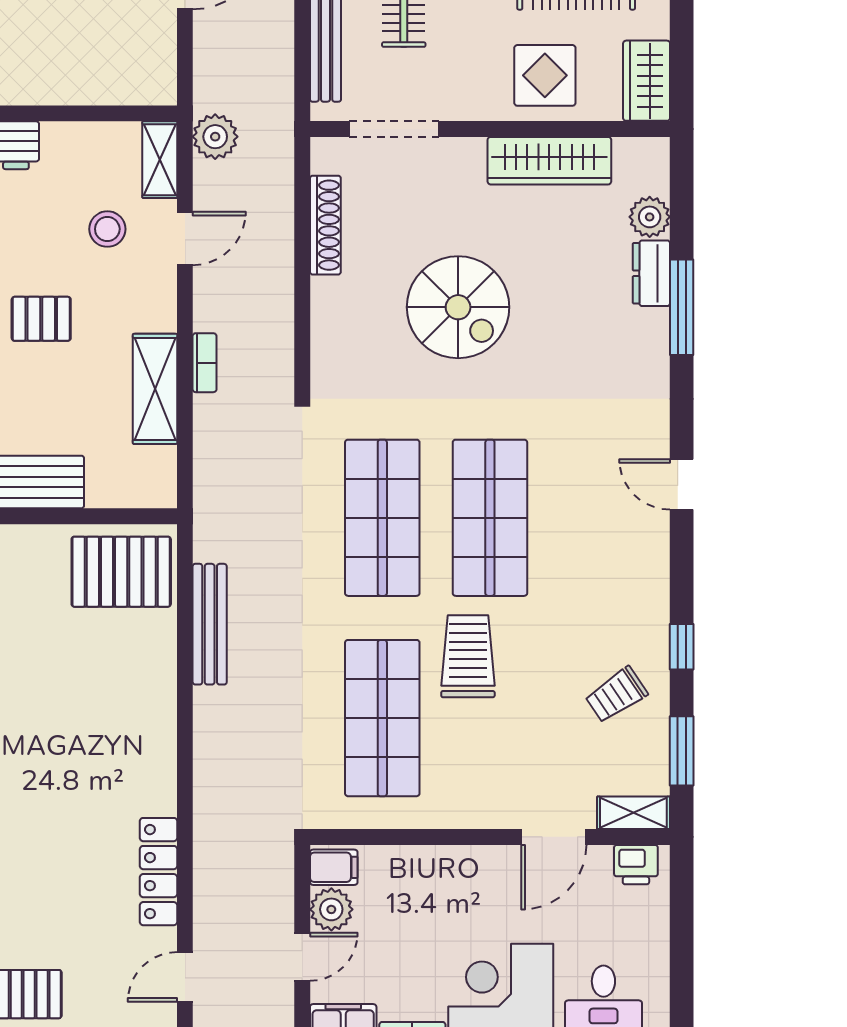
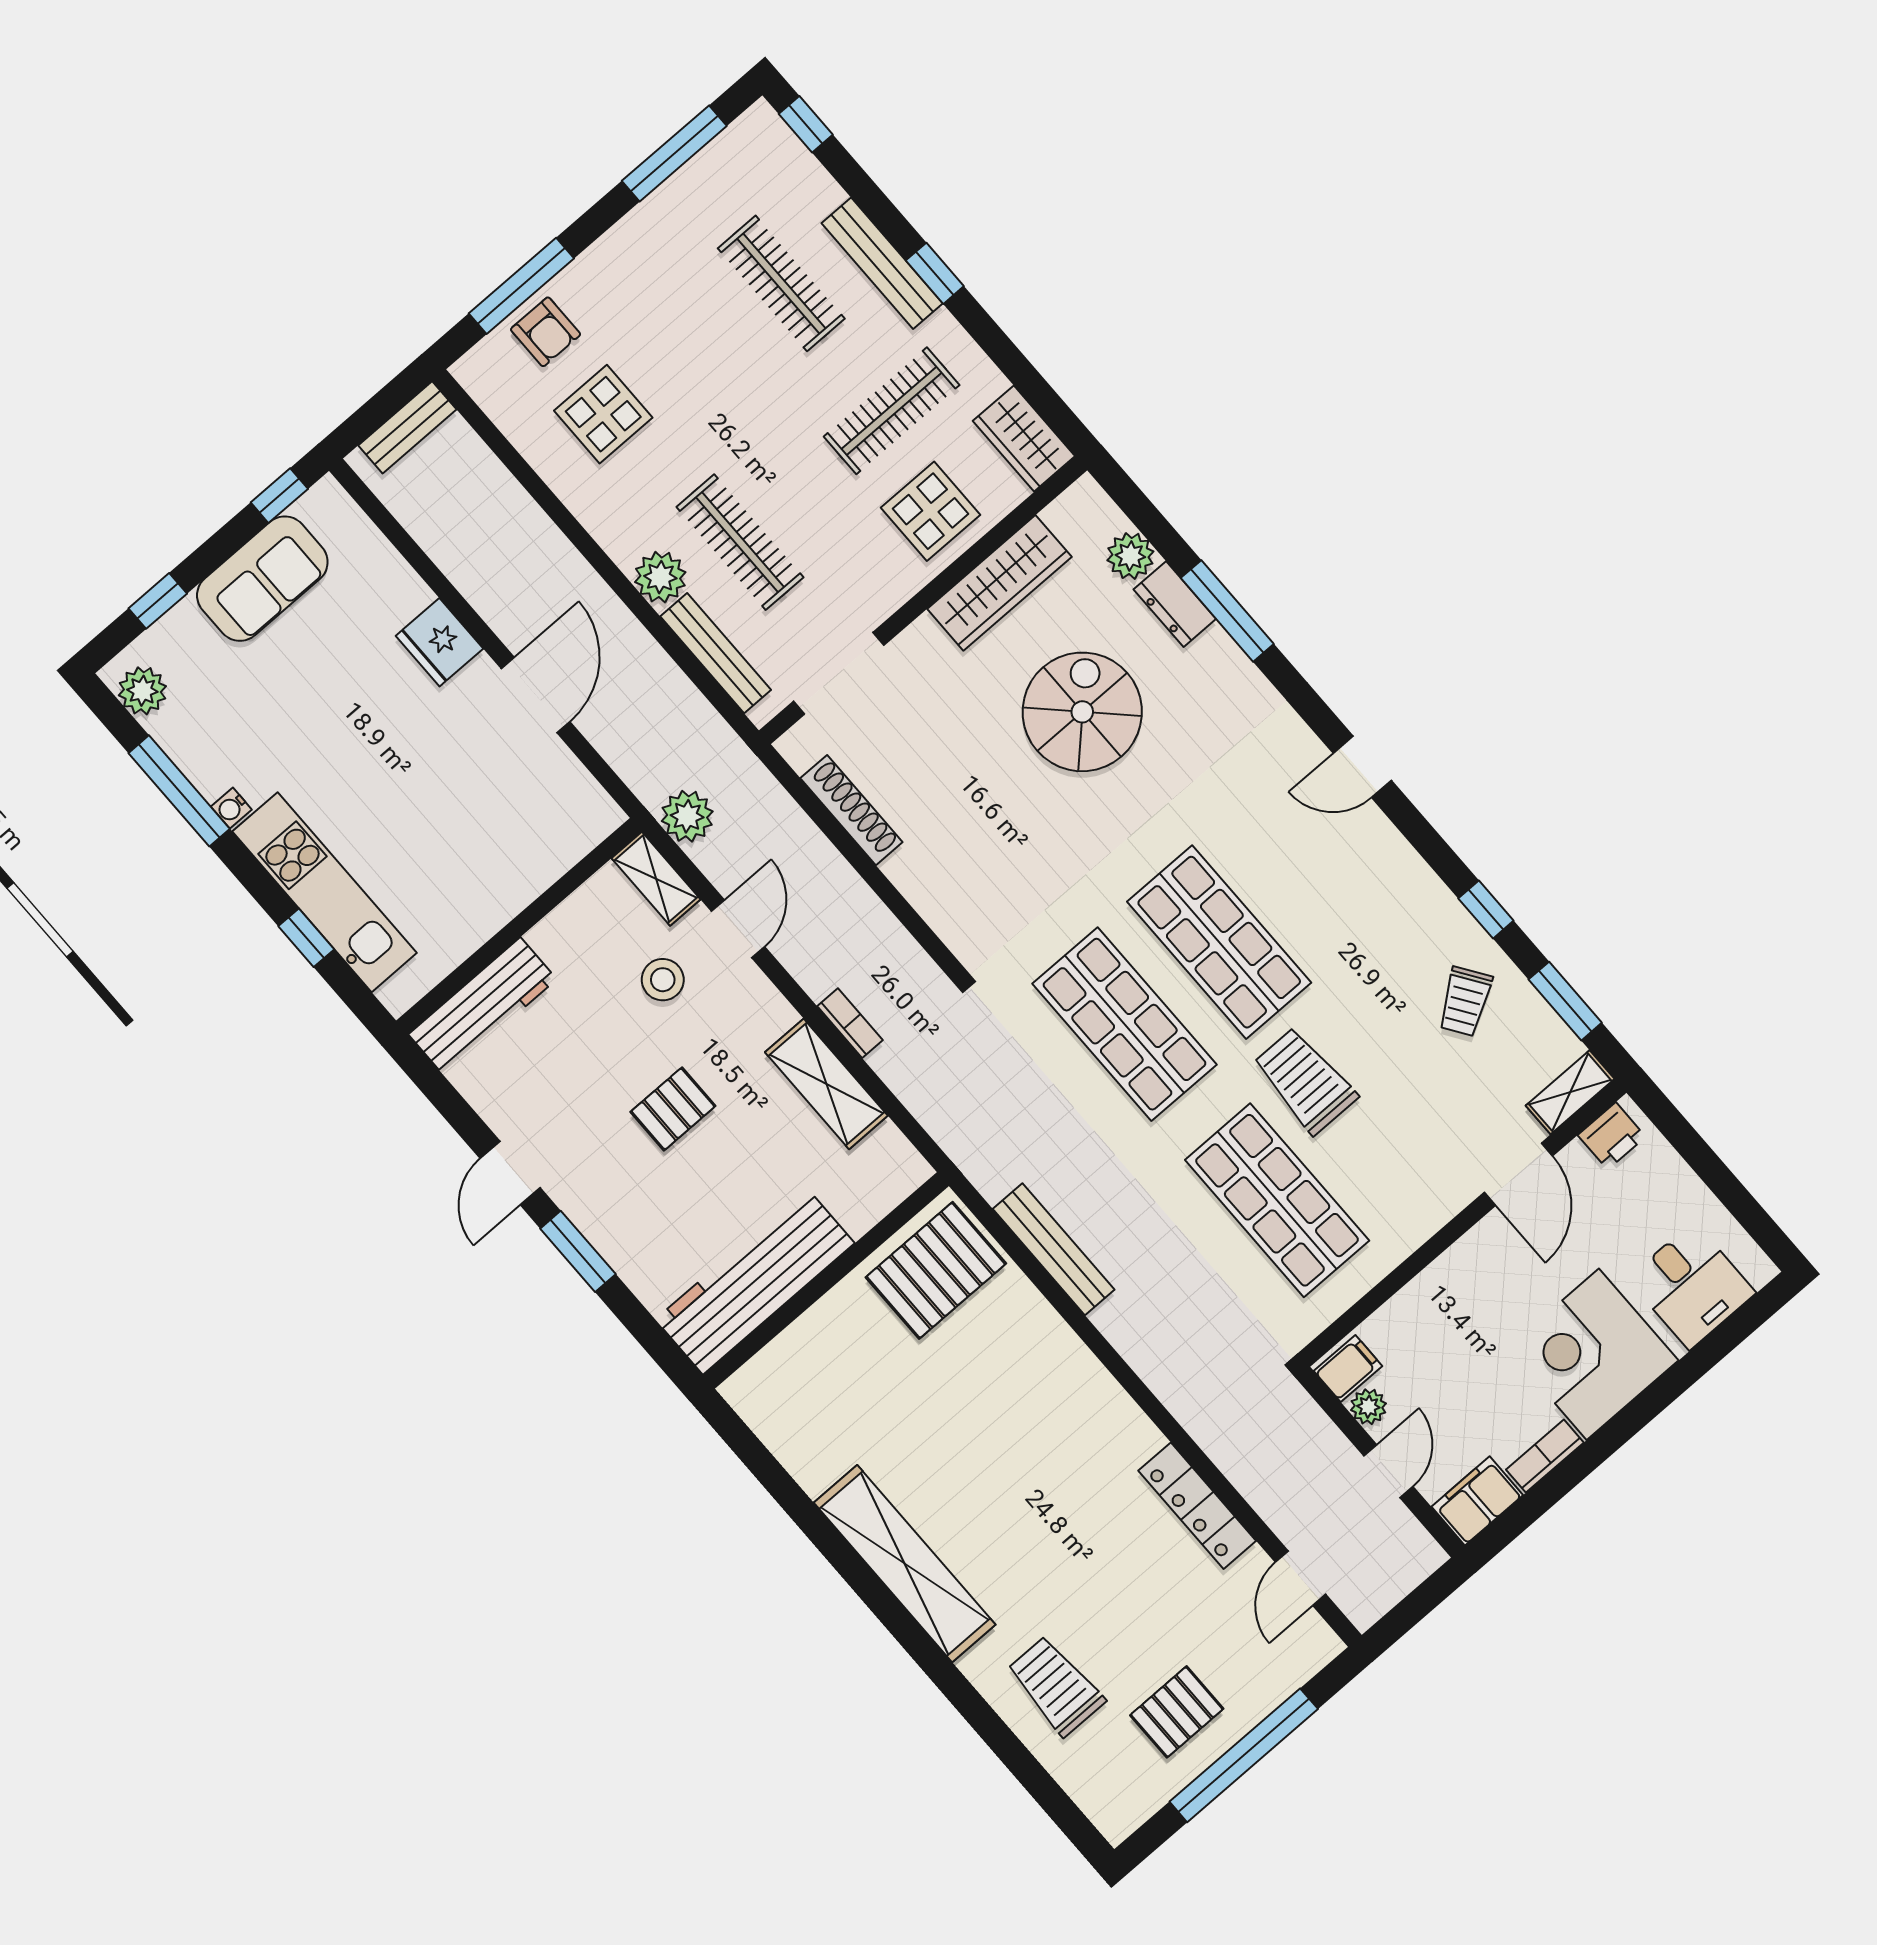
spiral stairs: (458, 307) -> (1082, 712), moved, turned -90
plant: (331, 909) -> (1368, 1407), width x0.73, depth x0.73

